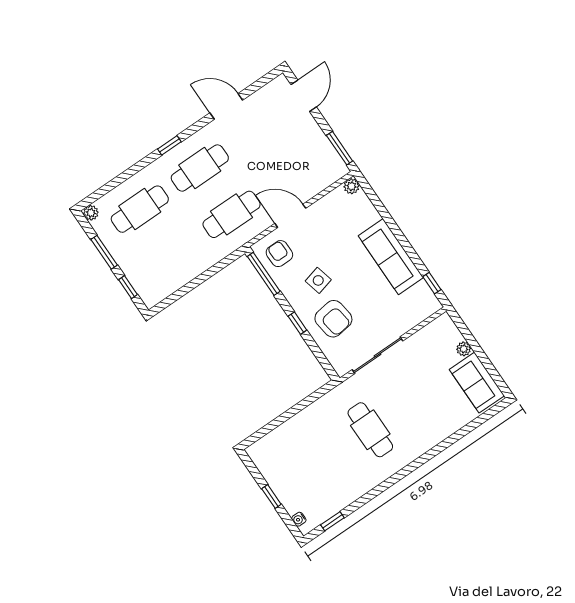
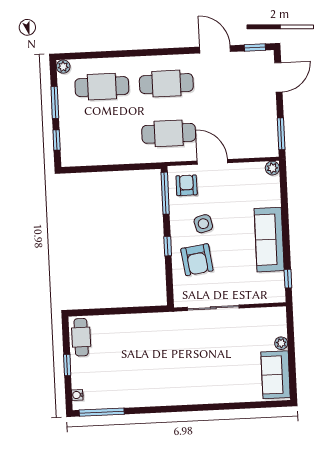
window: (169, 145) -> (255, 47), moved
cafe table: (370, 430) -> (81, 337), moved, width x0.73, depth x0.74
window: (332, 521) -> (102, 412), width x2.17

